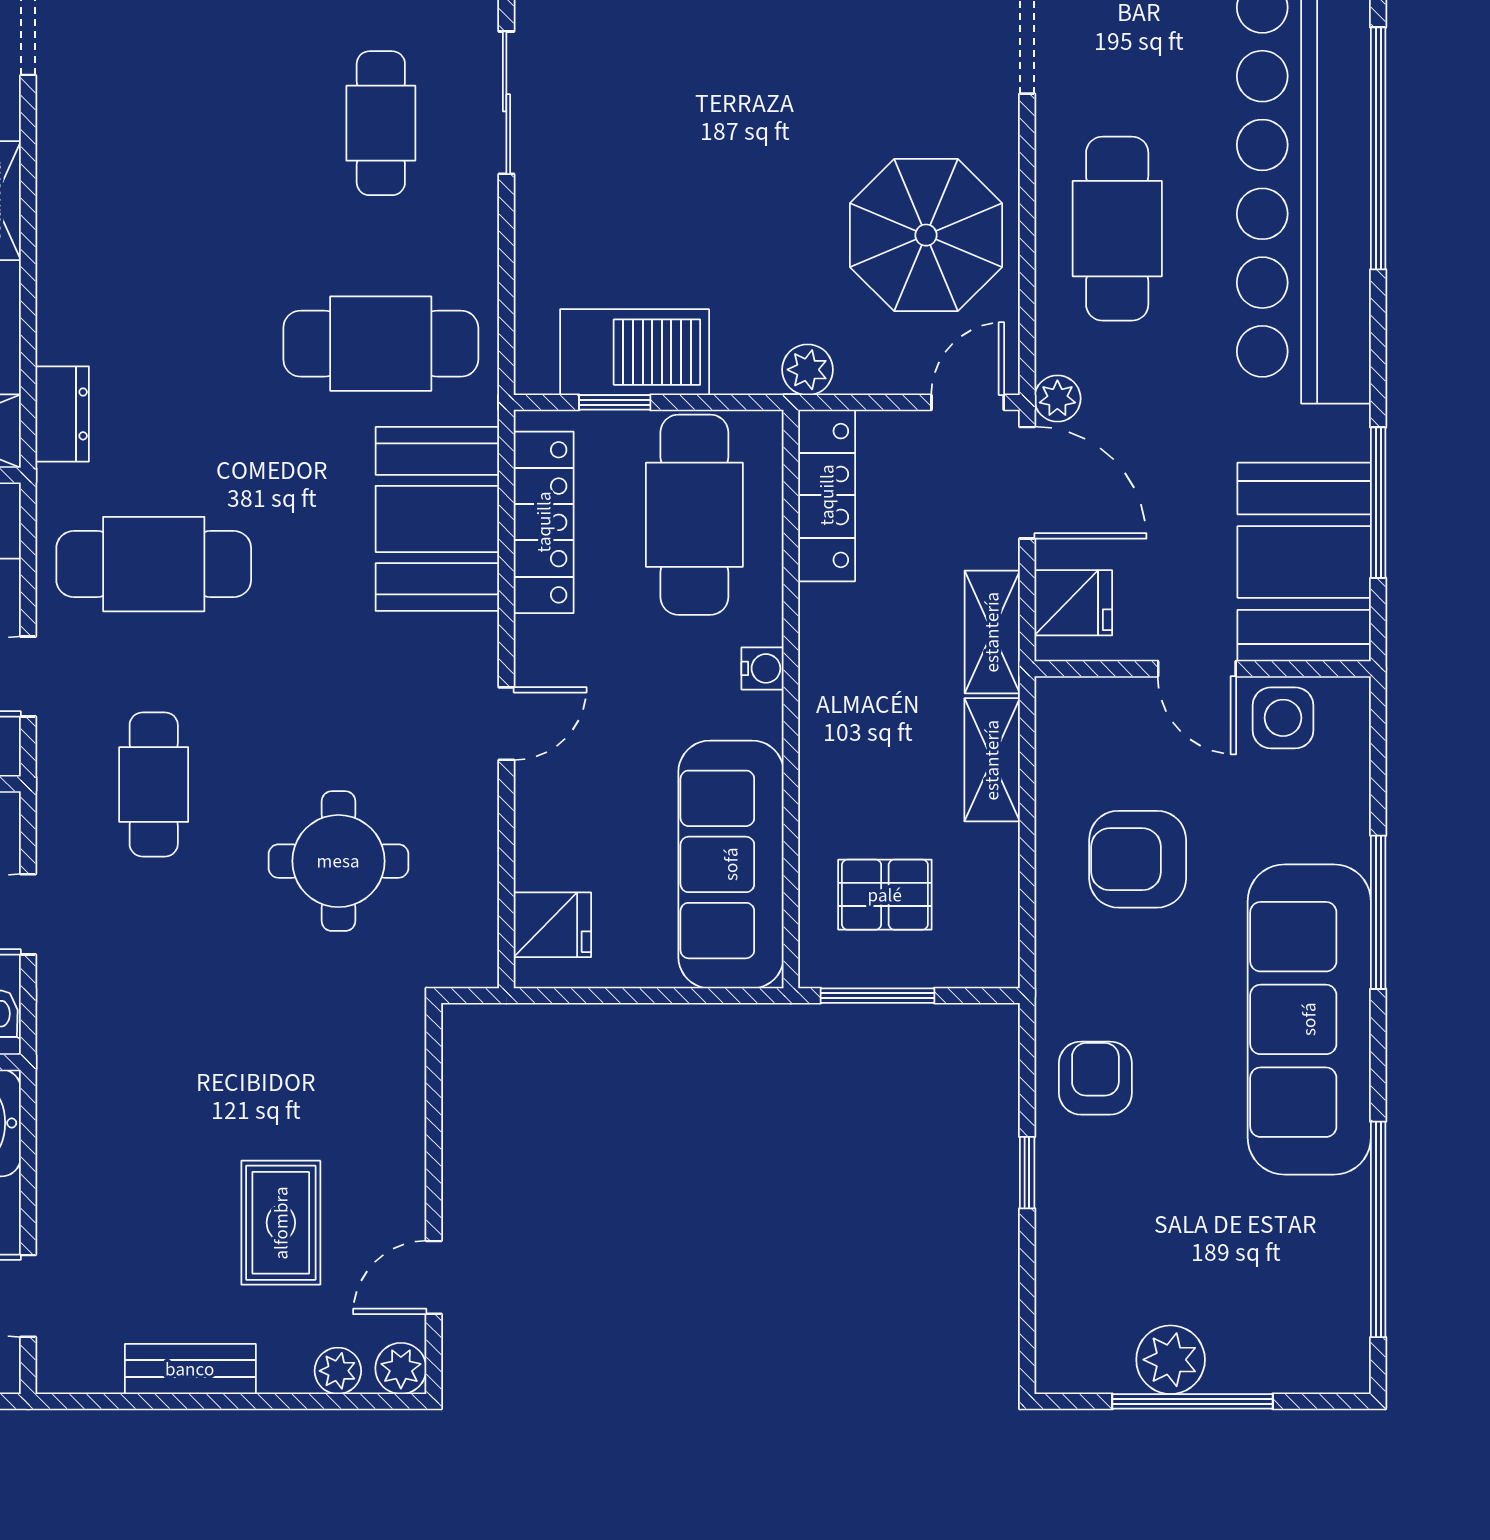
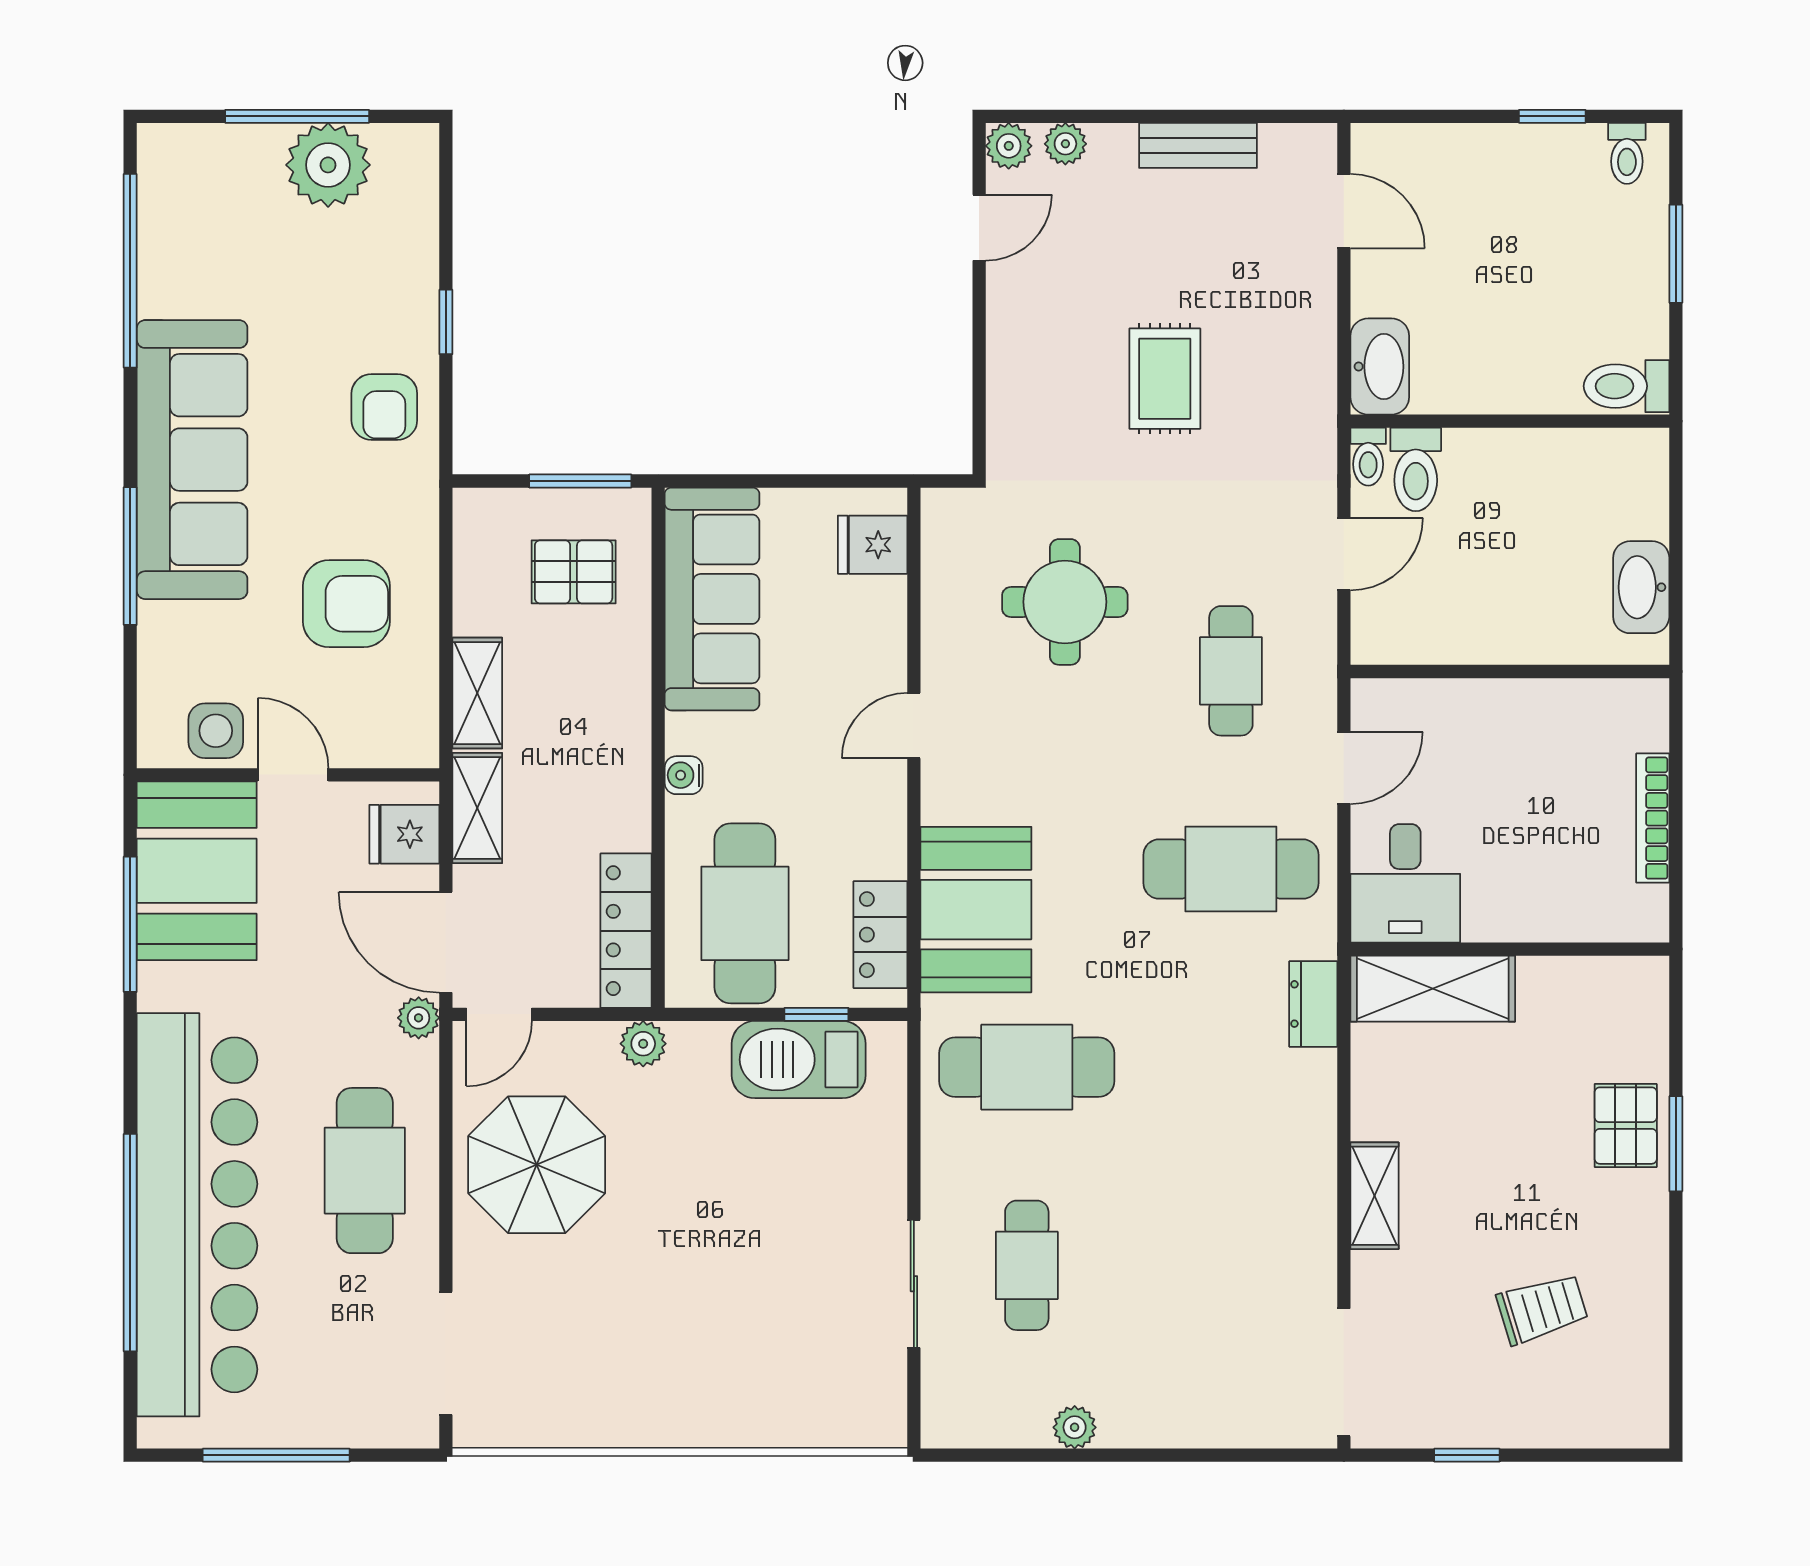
locker: (544, 522) -> (880, 935), width x0.66
rug: (281, 1223) -> (1165, 379), moved
plant: (1171, 1360) -> (328, 165), width x1.36, depth x1.36

